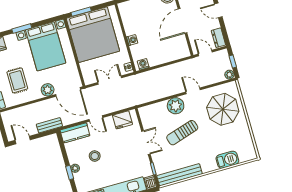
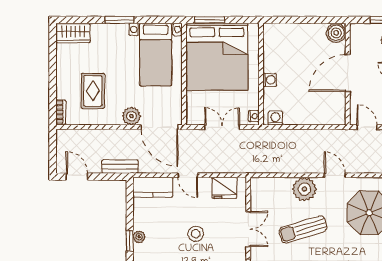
bed with nightstands: (46, 46) -> (156, 54), width x0.73
stool: (95, 156) -> (196, 234), moved

